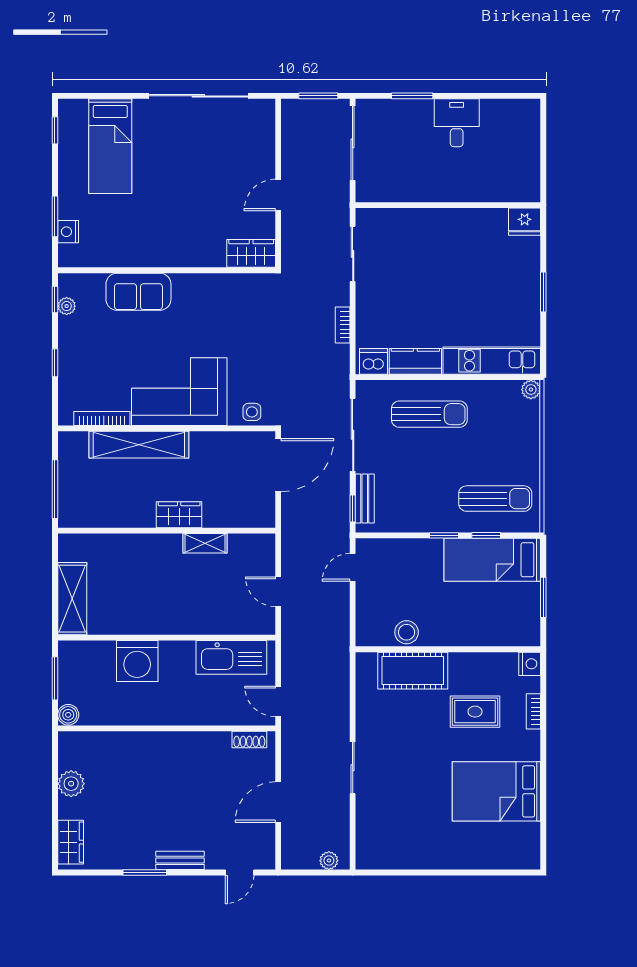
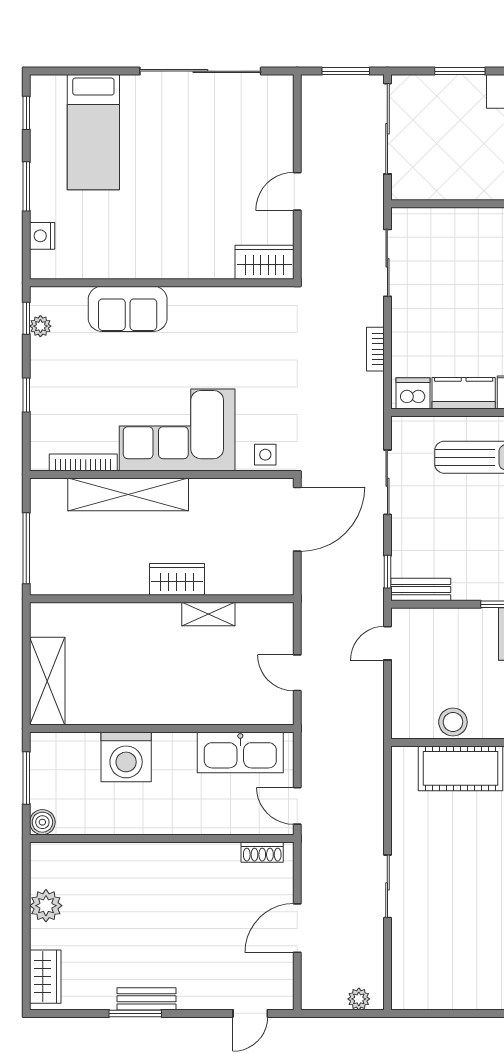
window: (55, 216) -> (26, 186), moved
sliding door: (353, 435) -> (387, 482), width x0.73
bench: (365, 498) -> (421, 590), moved, turned 90
bench: (180, 860) -> (147, 999), moved

